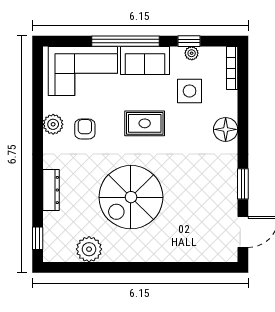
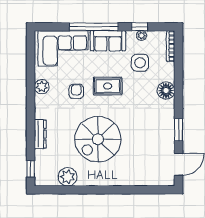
armchair: (85, 129) -> (76, 91), moved

